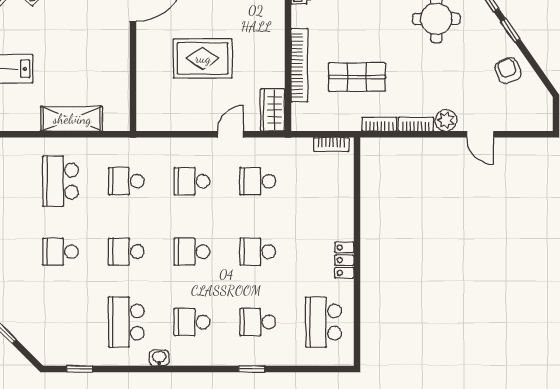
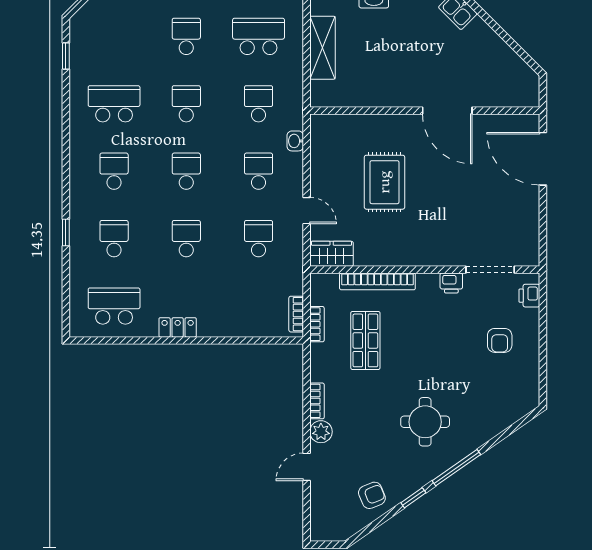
bookcase: (379, 124) -> (317, 324), moved
washbasin: (159, 358) -> (295, 141), moved, turned 180

